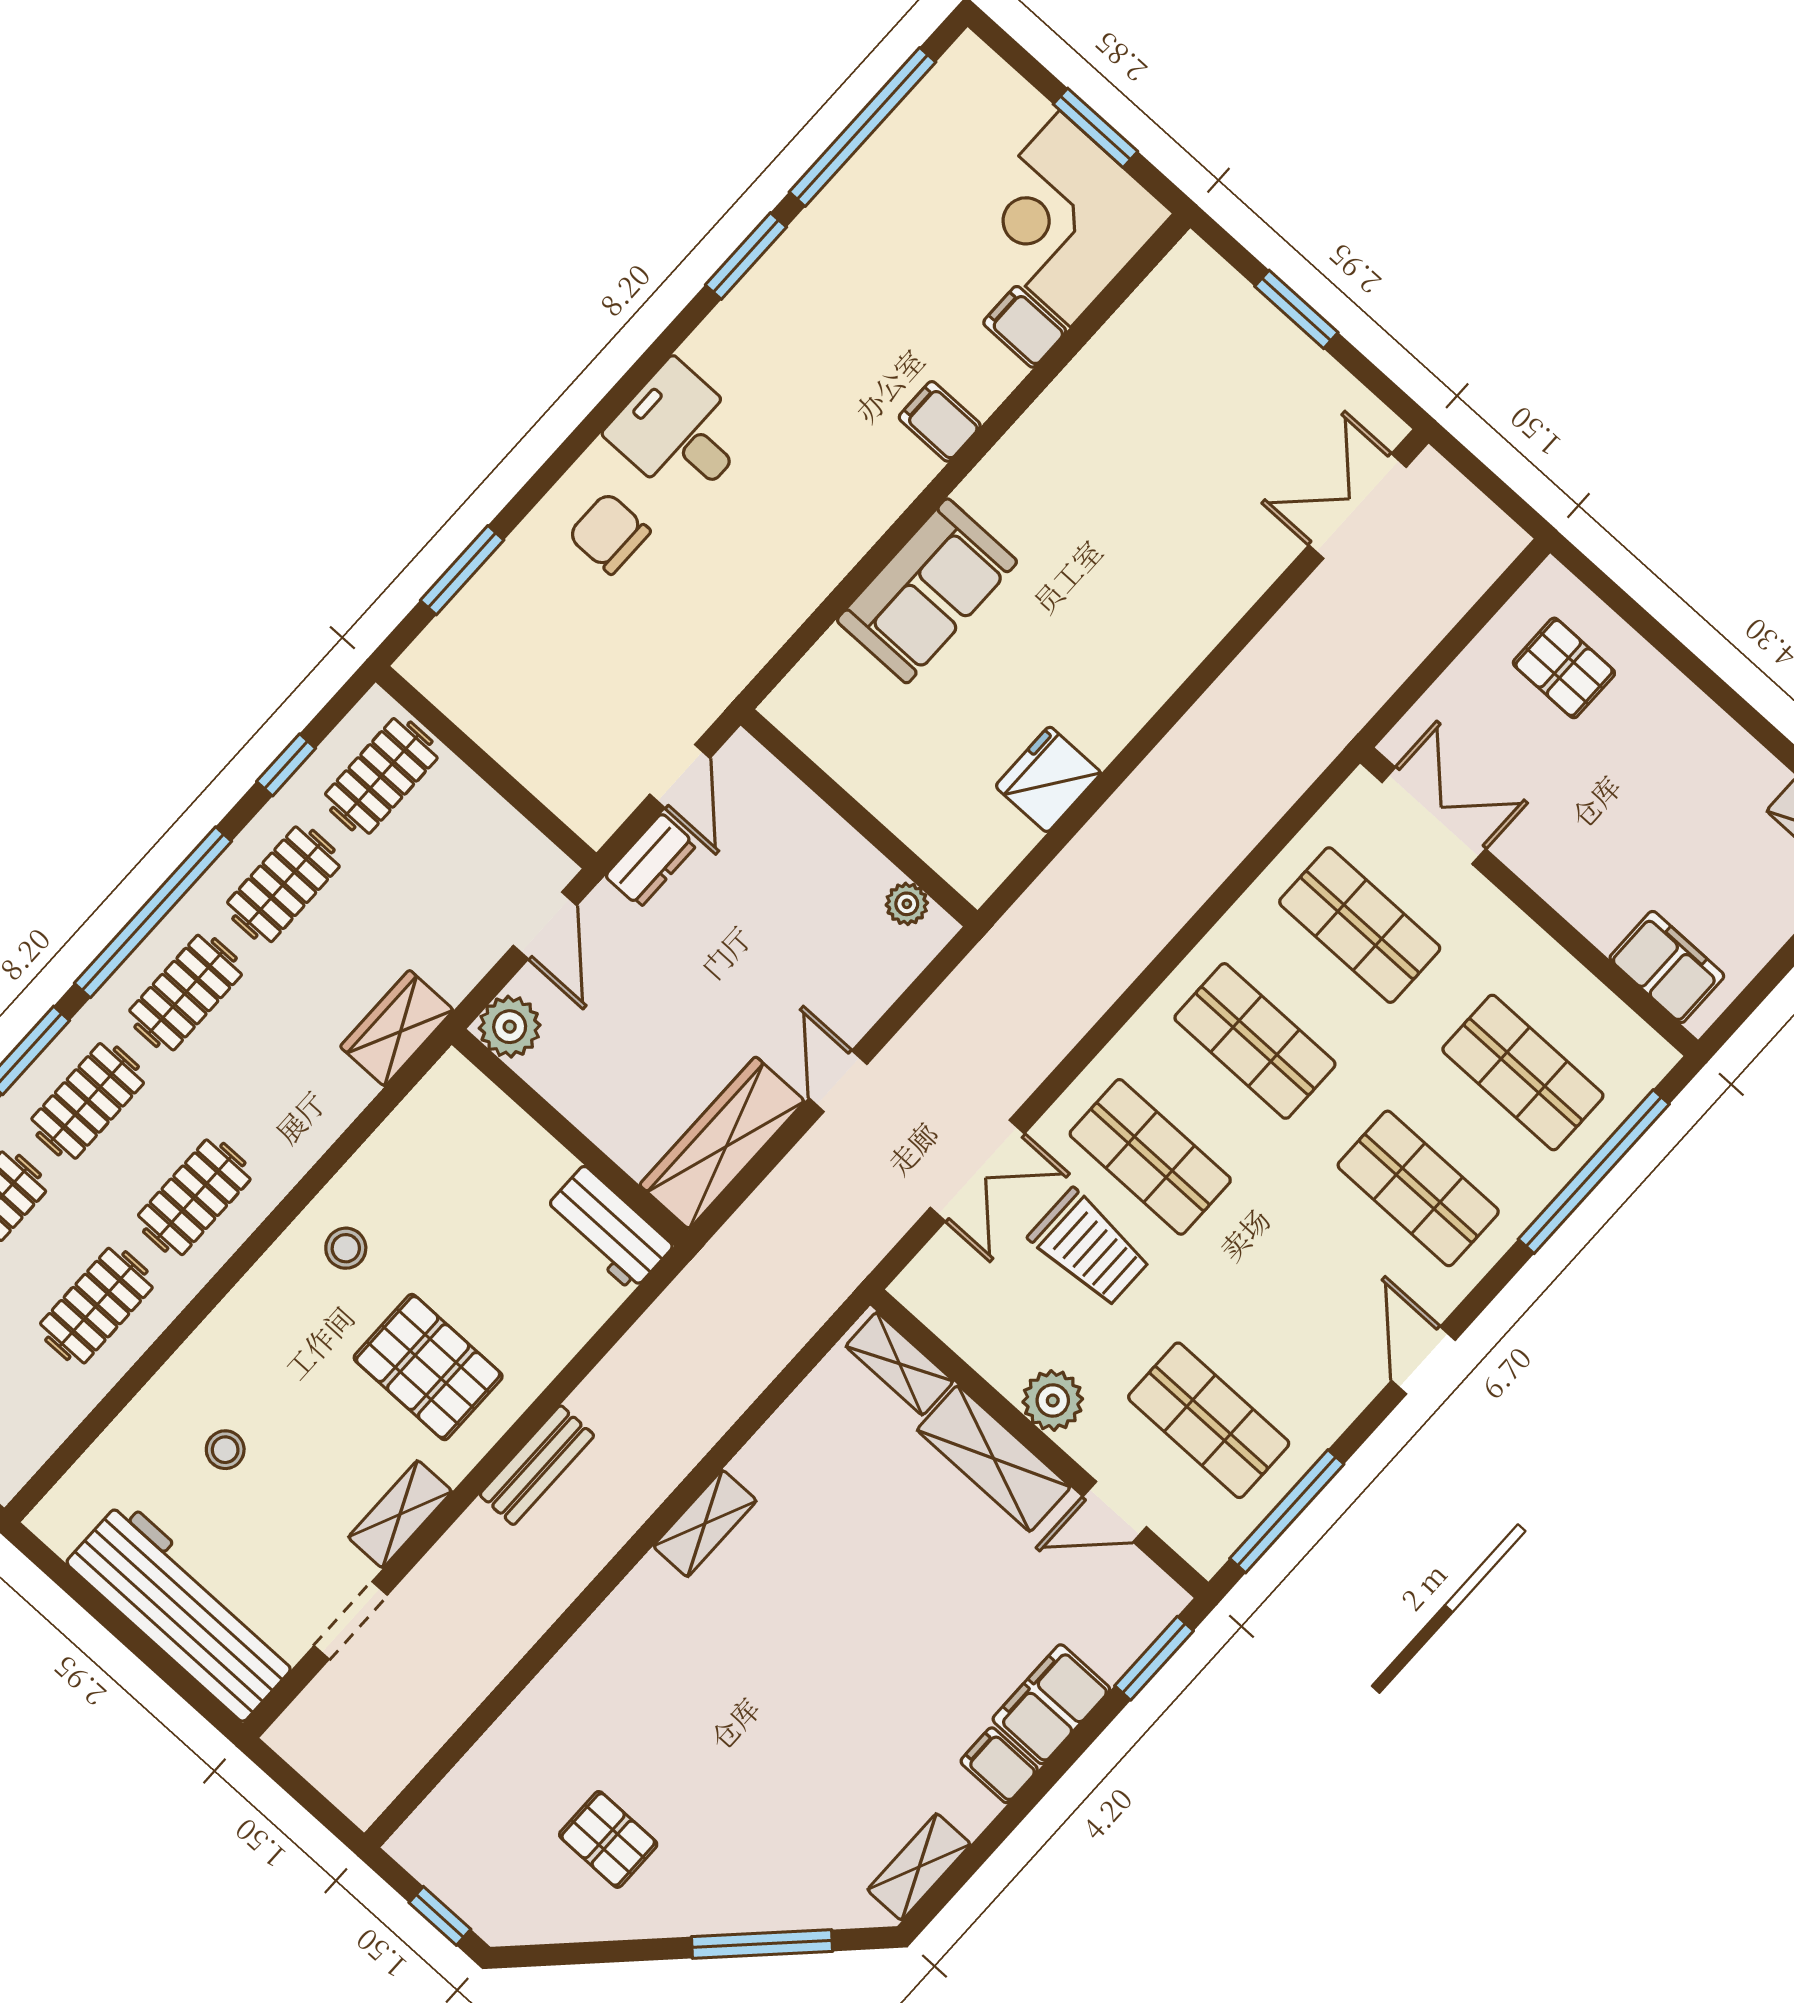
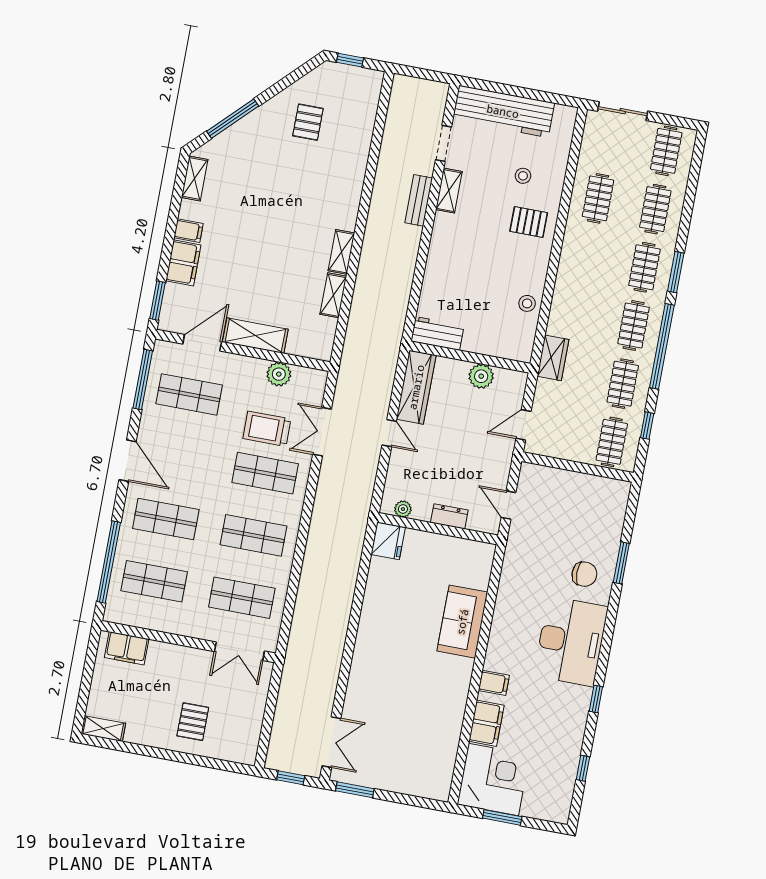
window: (862, 127) -> (583, 768), width x0.32
window: (746, 256) -> (596, 699), width x0.67
window: (1296, 309) -> (355, 790), moved
filing cabinet: (1025, 327) -> (486, 723), width x2.00
desk: (679, 433) -> (571, 641), width x1.87, depth x1.30
window: (1489, 483) -> (291, 778), added
window: (462, 570) -> (621, 563), moved
pallet: (1564, 668) -> (193, 722), moved, turned 90
fridge: (1048, 779) -> (388, 541), moved
dresser: (651, 860) -> (449, 516), moved, turned 90
door: (545, 925) -> (523, 425), hinge flipped
plant: (510, 1027) -> (481, 376), moved
clothes rail: (194, 1197) -> (587, 257), removed
stool: (346, 1248) -> (527, 303), moved
door: (1423, 1360) -> (128, 461), width x1.38
shelving: (900, 1364) -> (333, 295), moved, turned 90
pallet: (428, 1367) -> (529, 222), moved, width x0.67, depth x0.71
plant: (1053, 1400) -> (279, 374), moved
bench: (537, 1465) -> (419, 200), moved
door: (1115, 1512) -> (202, 343), width x1.38
pallet: (608, 1839) -> (308, 122), turned 90

